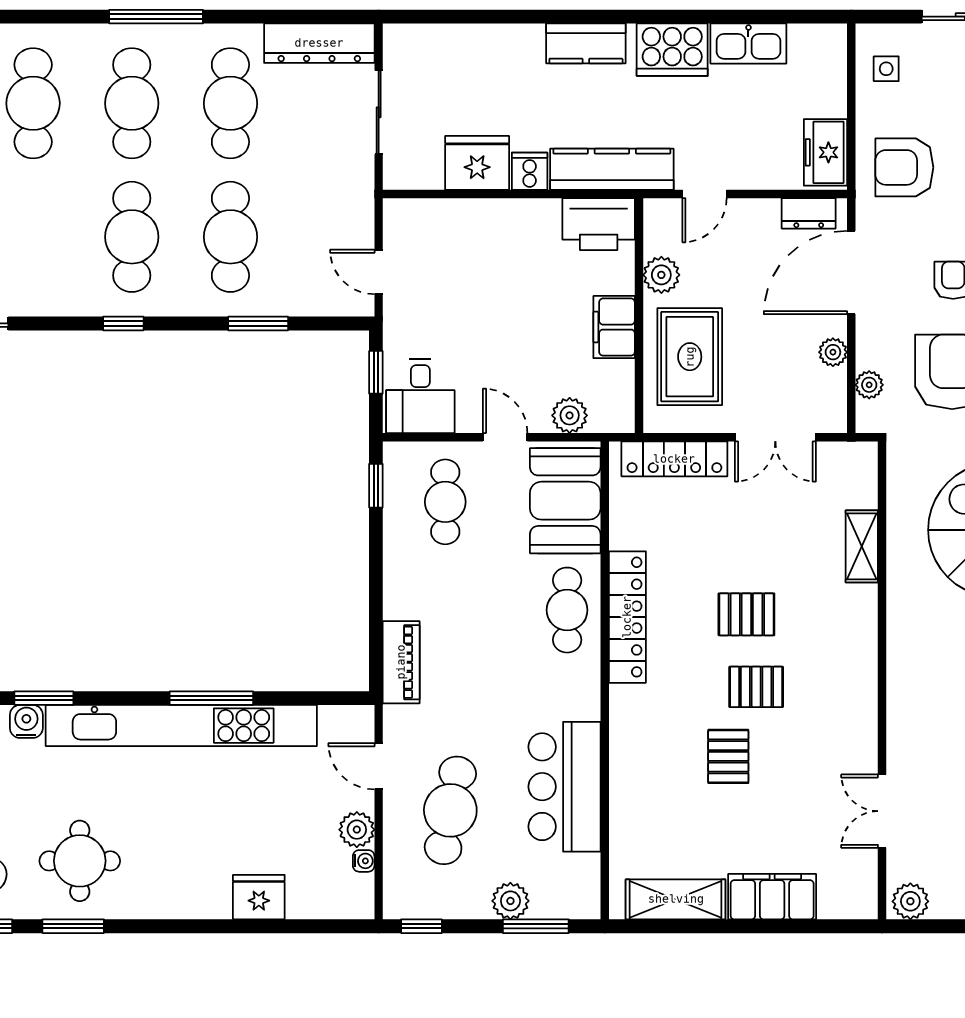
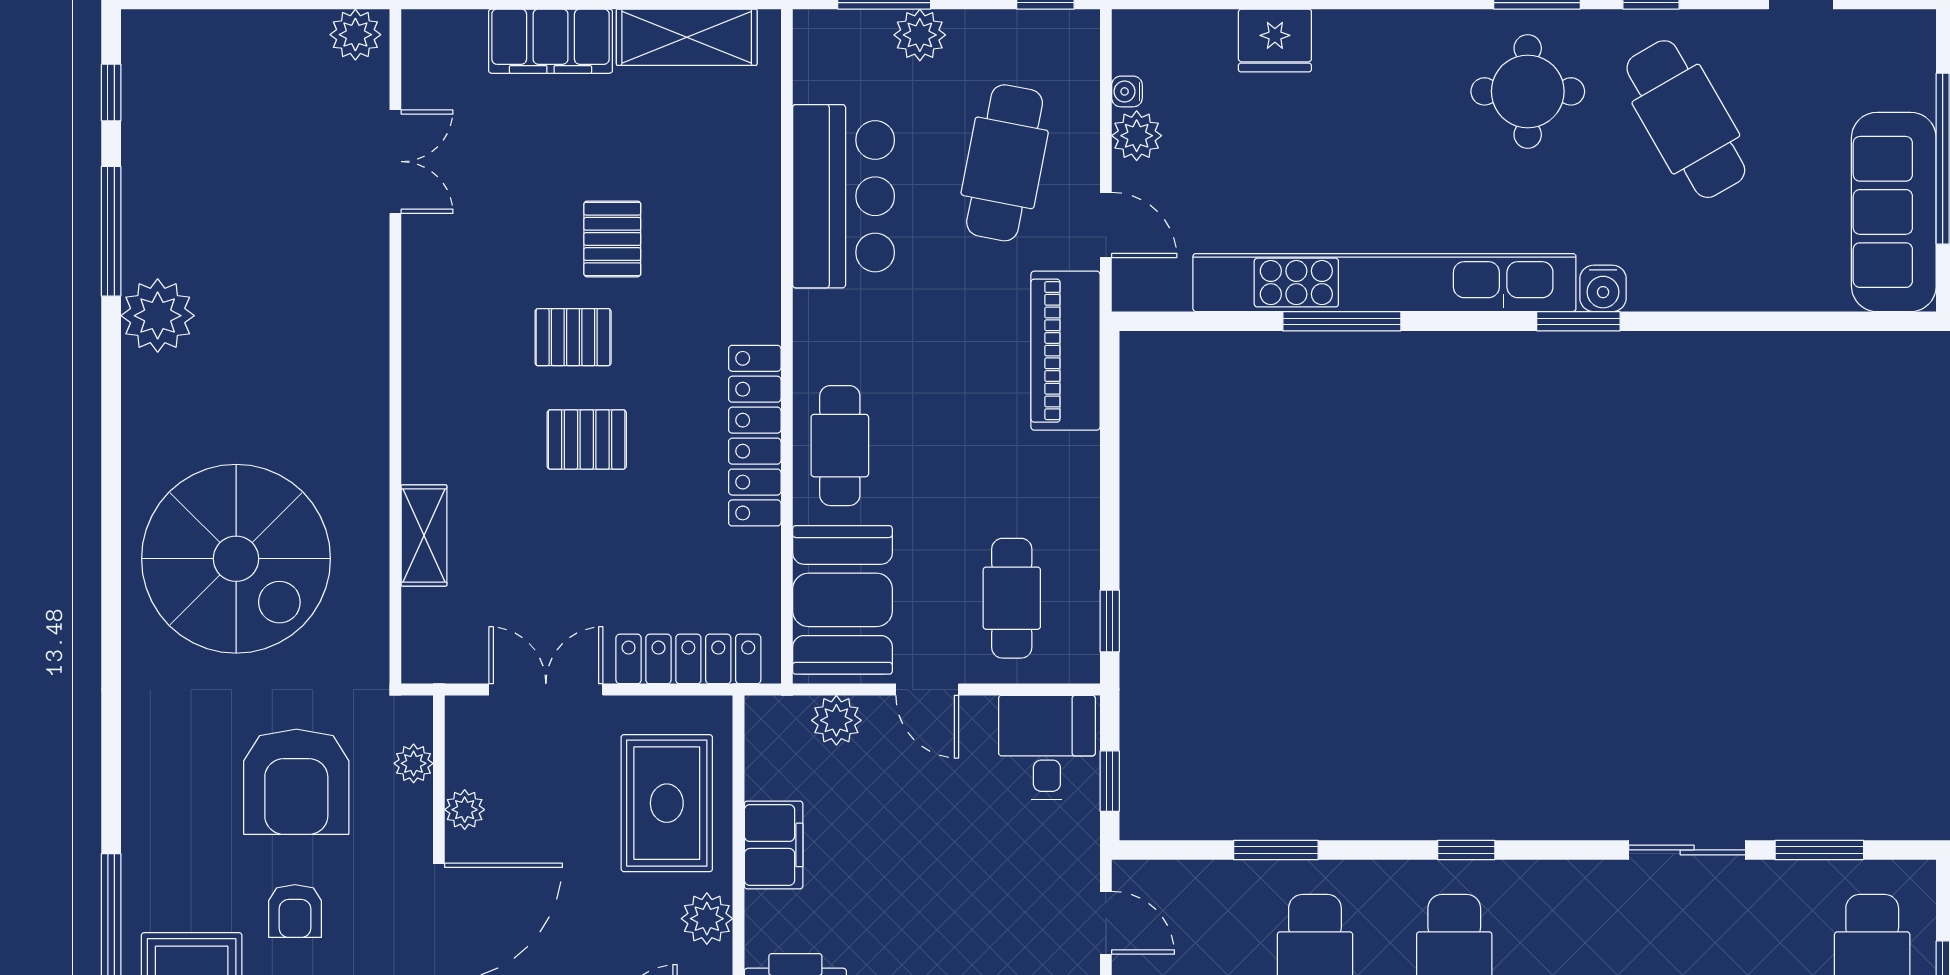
piano: (401, 662) -> (1066, 351), width x1.37, depth x1.33

